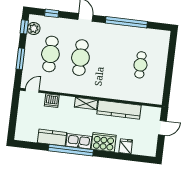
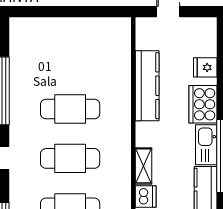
cafe table: (140, 65) -> (70, 109), moved, width x1.37, depth x1.35
shelving: (86, 103) -> (144, 166), moved

